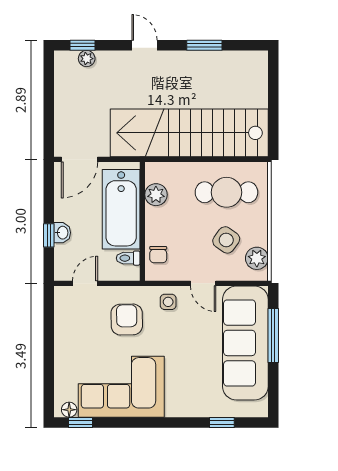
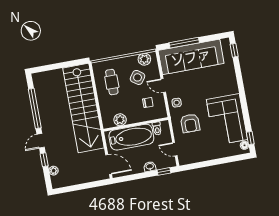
window: (82, 45) -> (44, 160), moved
window: (204, 45) -> (35, 108), width x2.11
cafe table: (226, 192) -> (112, 82), width x0.73, depth x0.74
window: (49, 235) -> (164, 171), moved
chair: (158, 255) -> (148, 103), moved
door: (203, 283) -> (163, 86), swing flipped
armchair: (127, 320) -> (190, 123), turned -89
window: (222, 422) -> (234, 50), moved

